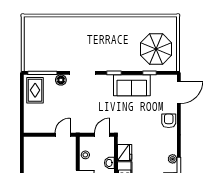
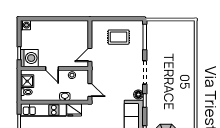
floor lamp: (61, 80) -> (138, 95), moved
rug: (35, 90) -> (119, 37), moved
door: (63, 135) -> (90, 55), swing flipped

